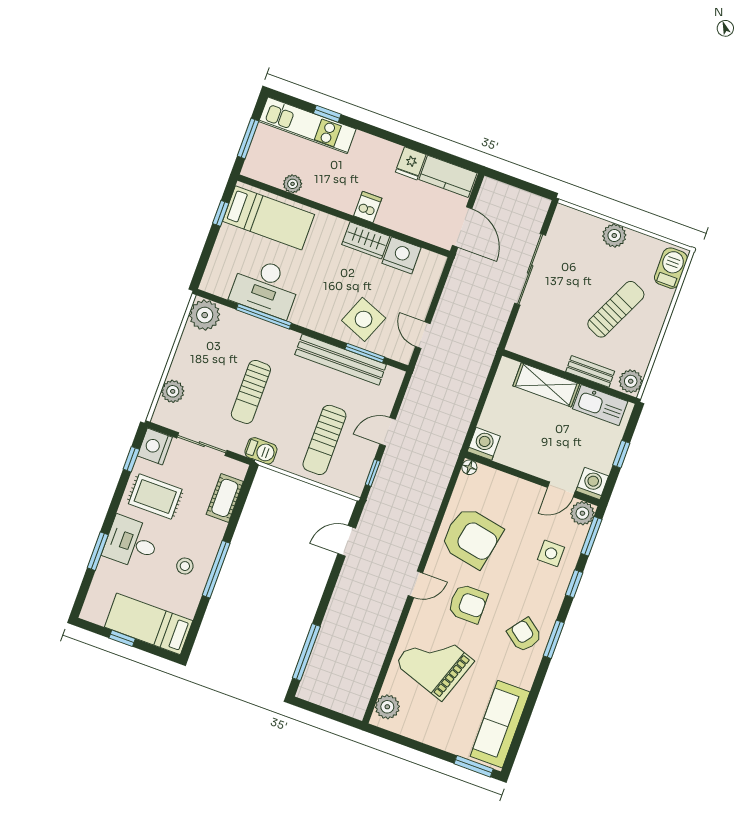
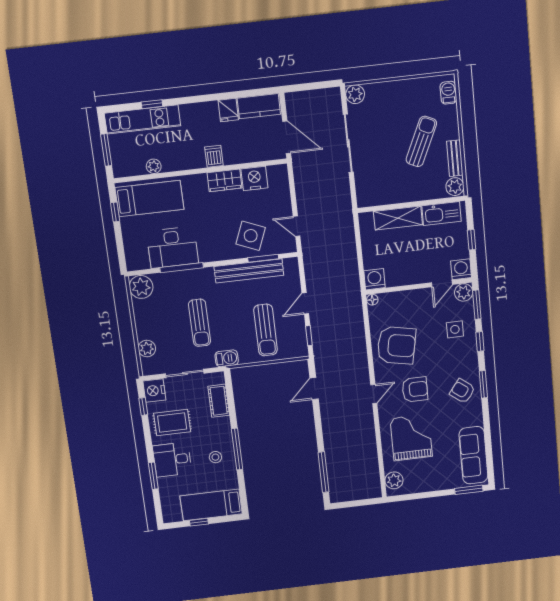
plant: (614, 236) -> (355, 94), moved
barbecue: (671, 268) -> (448, 93), width x0.73, depth x0.79
bench: (590, 371) -> (455, 158), moved, turned 90
grand piano: (435, 662) -> (411, 437), turned 71

